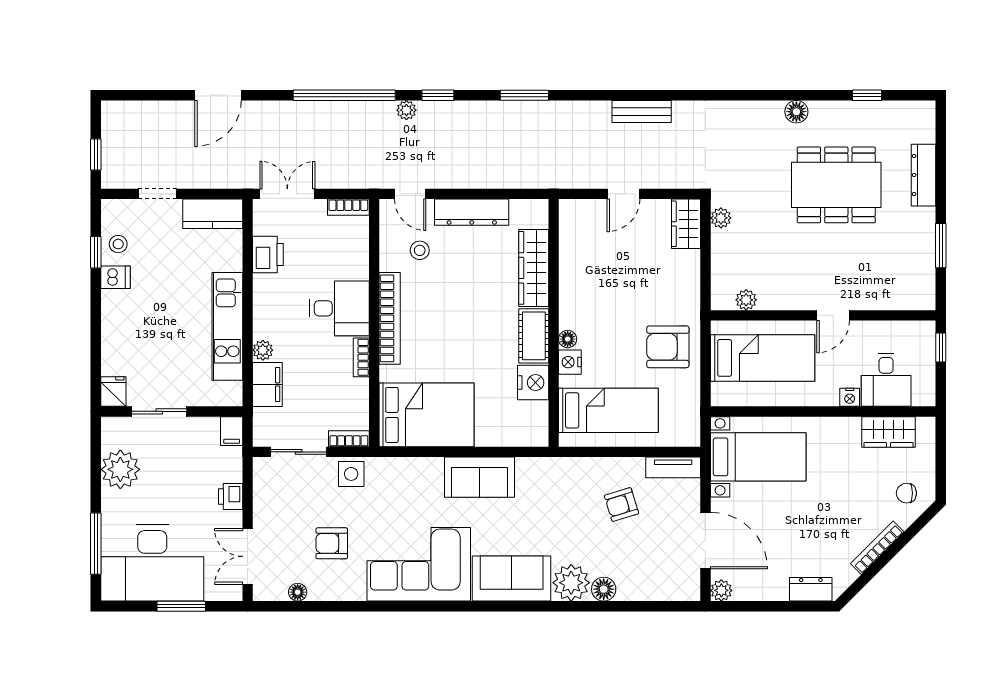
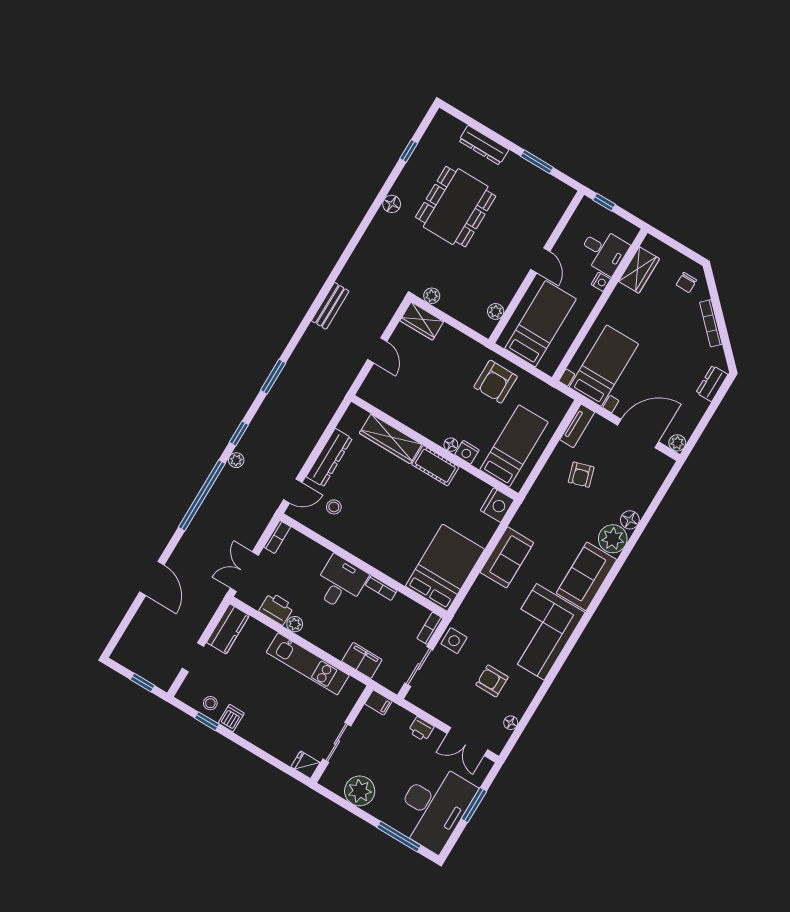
bookcase: (390, 318) -> (367, 554), removed
plant: (263, 350) -> (295, 624), moved
nightstand: (533, 383) -> (497, 505), moved, turned 90
armchair: (332, 543) -> (492, 681), turned 90

